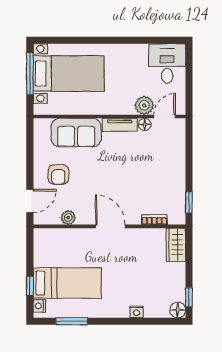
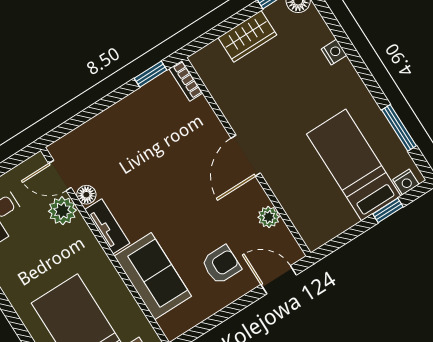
bookcase: (154, 220) -> (186, 81), moved
wardrobe: (176, 245) -> (247, 36), moved

